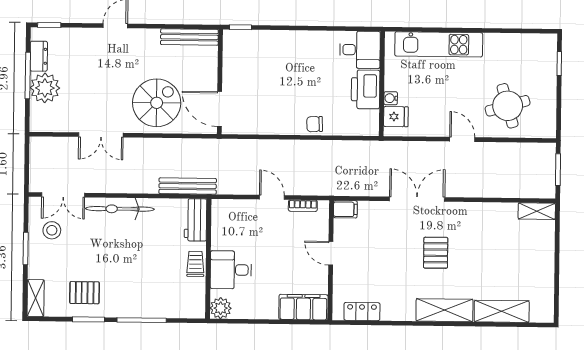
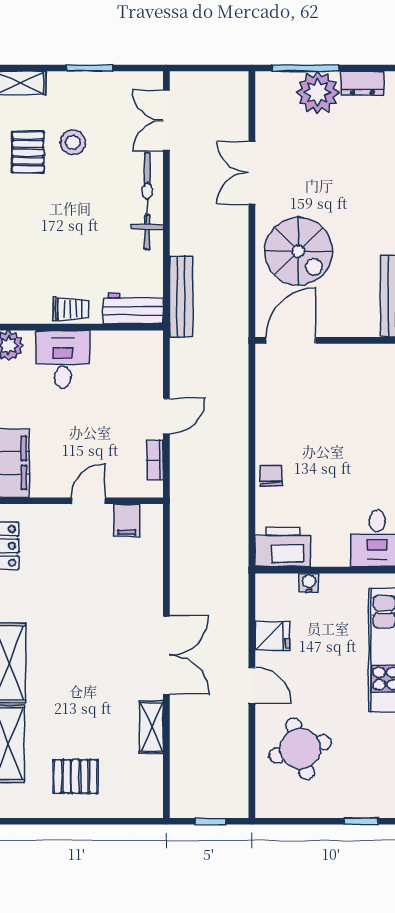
window: (28, 75) -> (306, 68), moved
printer: (366, 89) -> (283, 547), moved
fridge: (396, 117) -> (272, 636), moved, turned -90
door: (462, 139) -> (252, 685), hinge flipped
window: (558, 170) -> (211, 821), width x0.67
double door: (417, 199) -> (166, 655), moved
filing cabinet: (345, 209) -> (127, 521), moved
shelving: (537, 211) -> (151, 727), moved
stool: (52, 230) -> (73, 142), moved
pallet: (436, 253) -> (75, 777), moved

